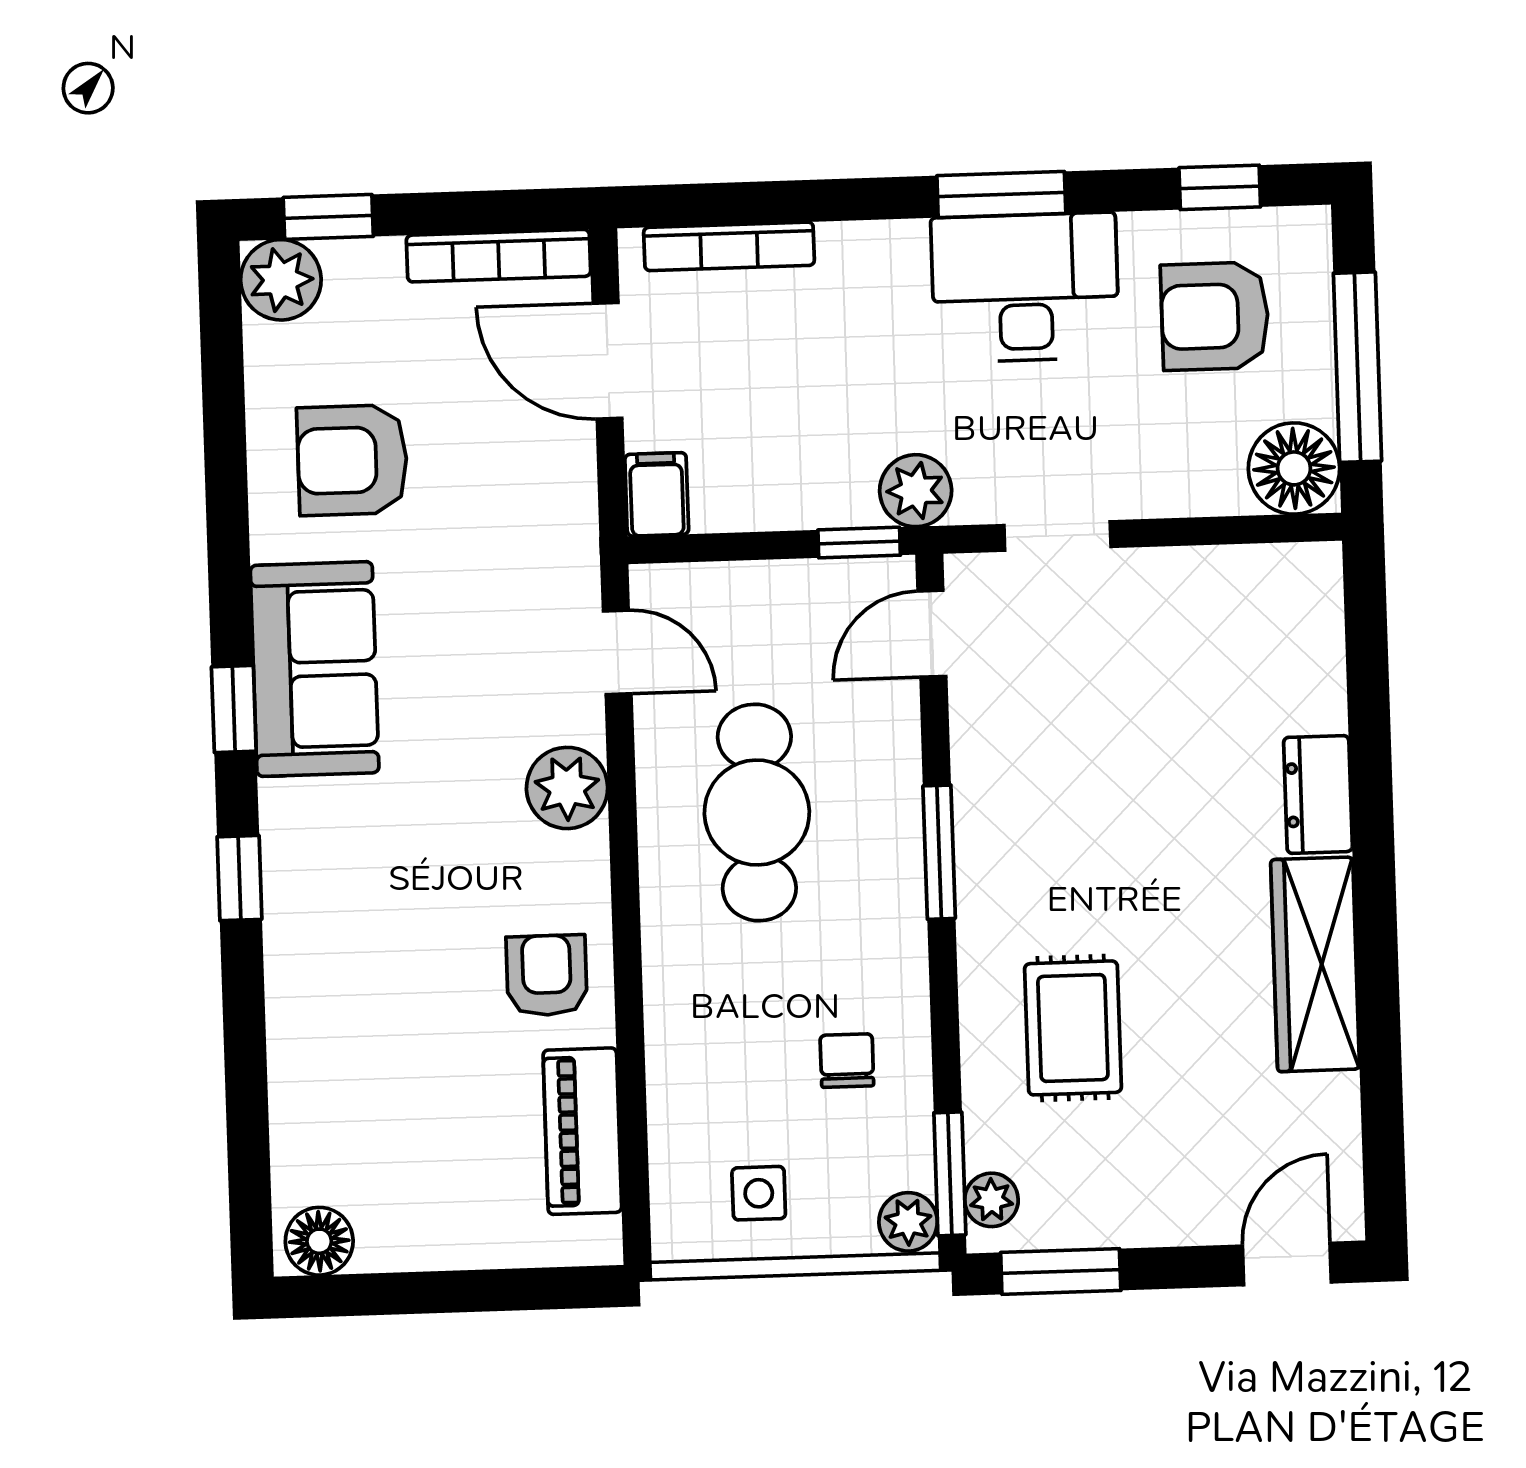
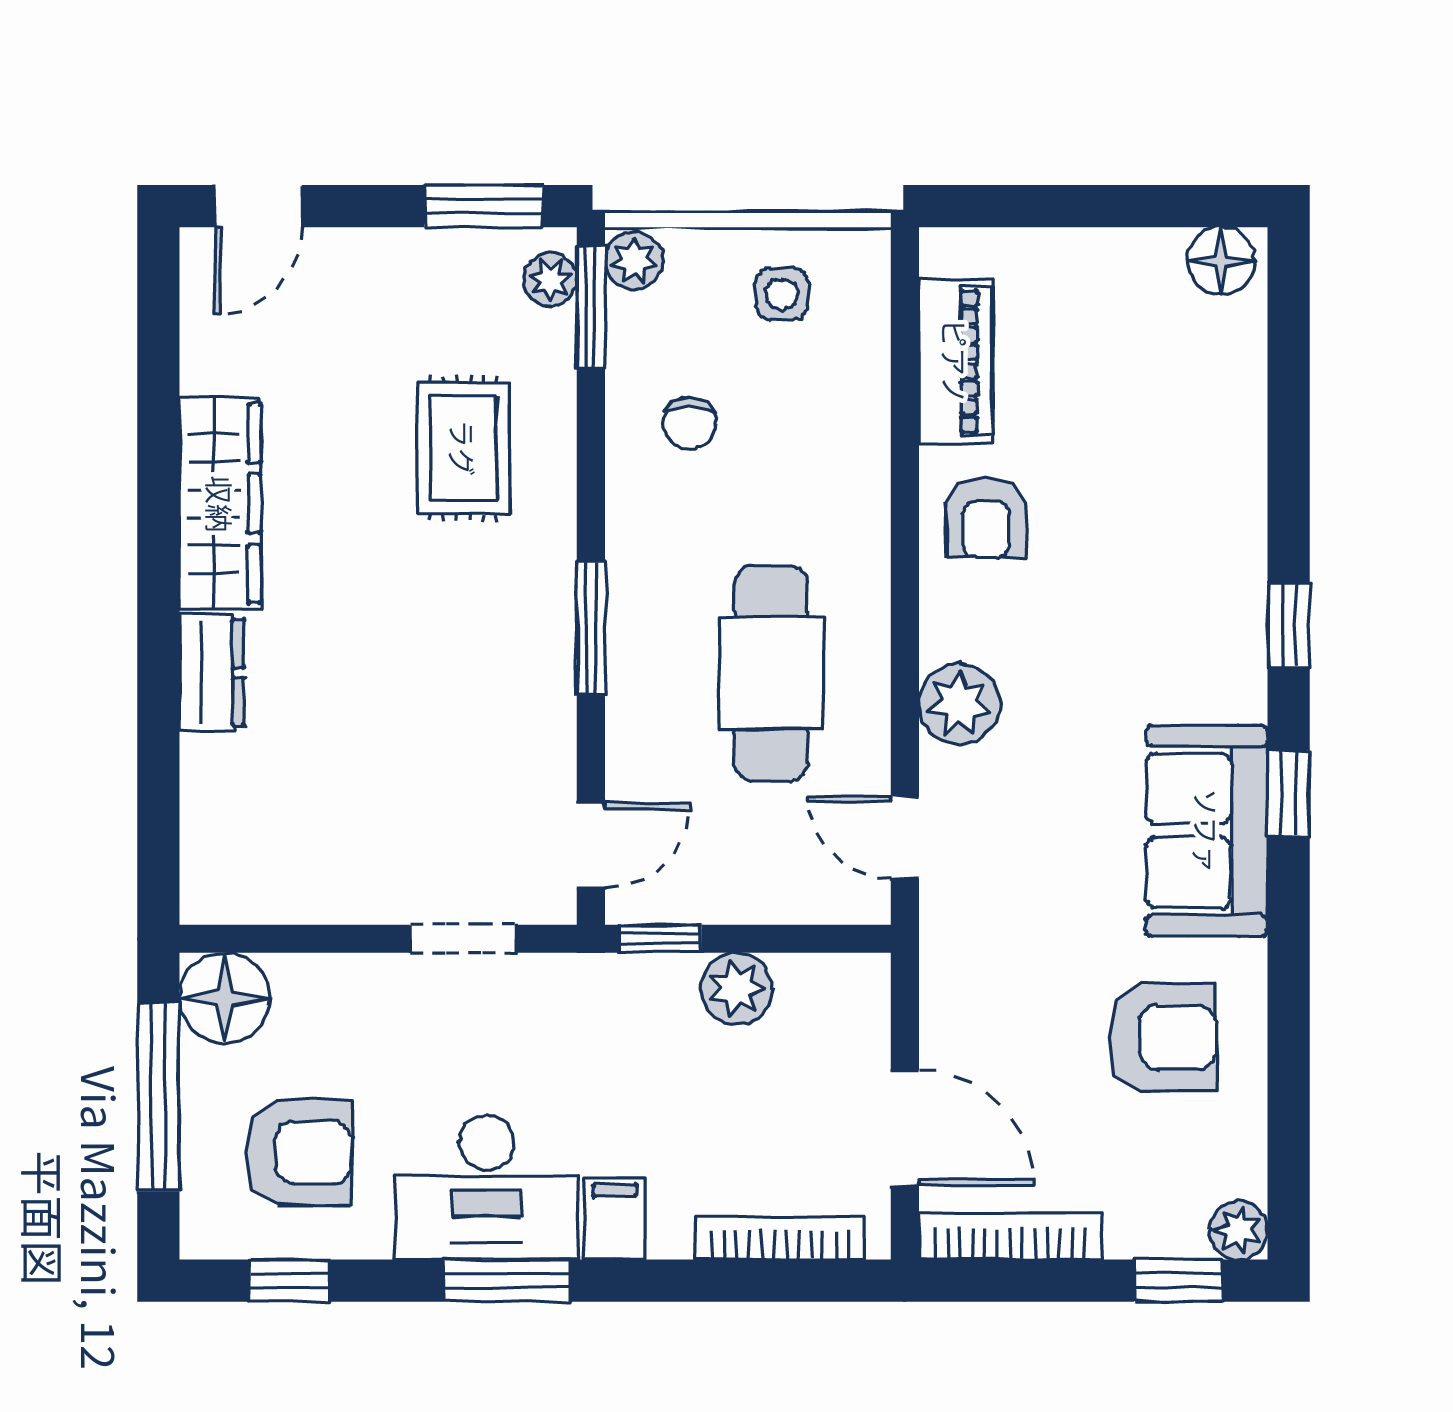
plant: (281, 280) -> (1238, 1230), width x0.73, depth x0.73
plant: (916, 491) -> (737, 989), moved
filing cabinet: (657, 494) -> (615, 1219), moved, turned 180

